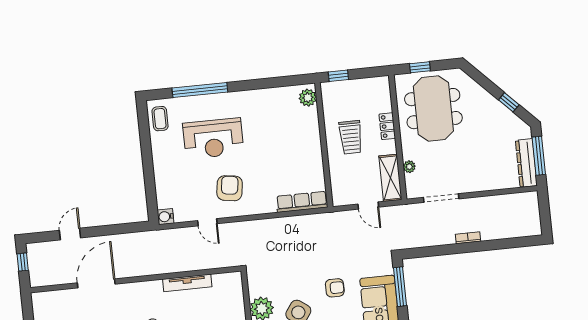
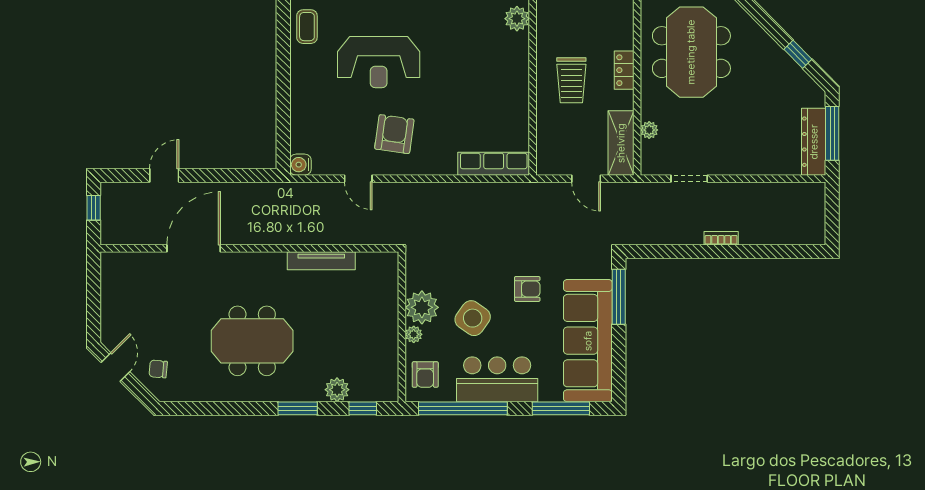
doorway: (441, 198) -> (689, 179), width x0.73

